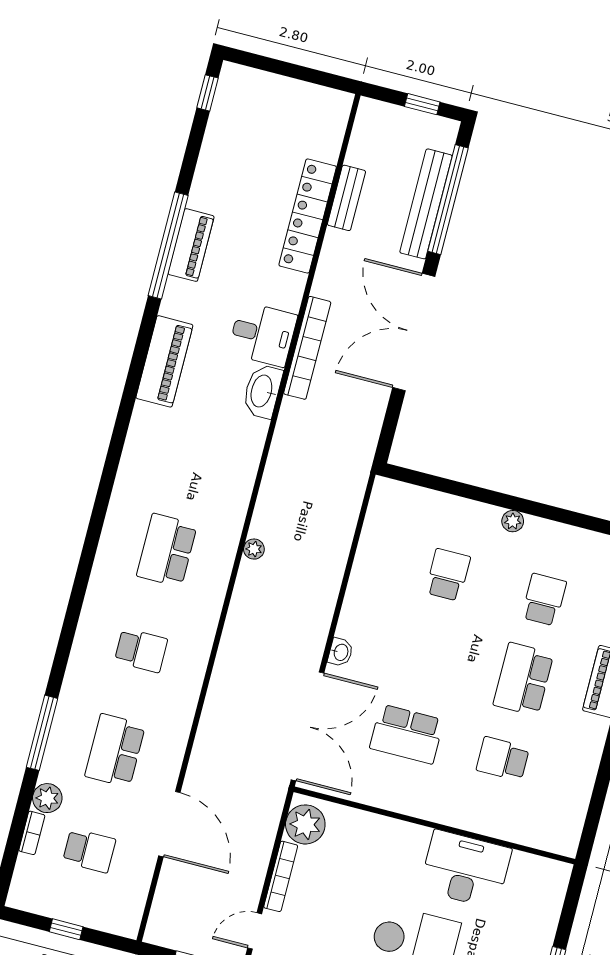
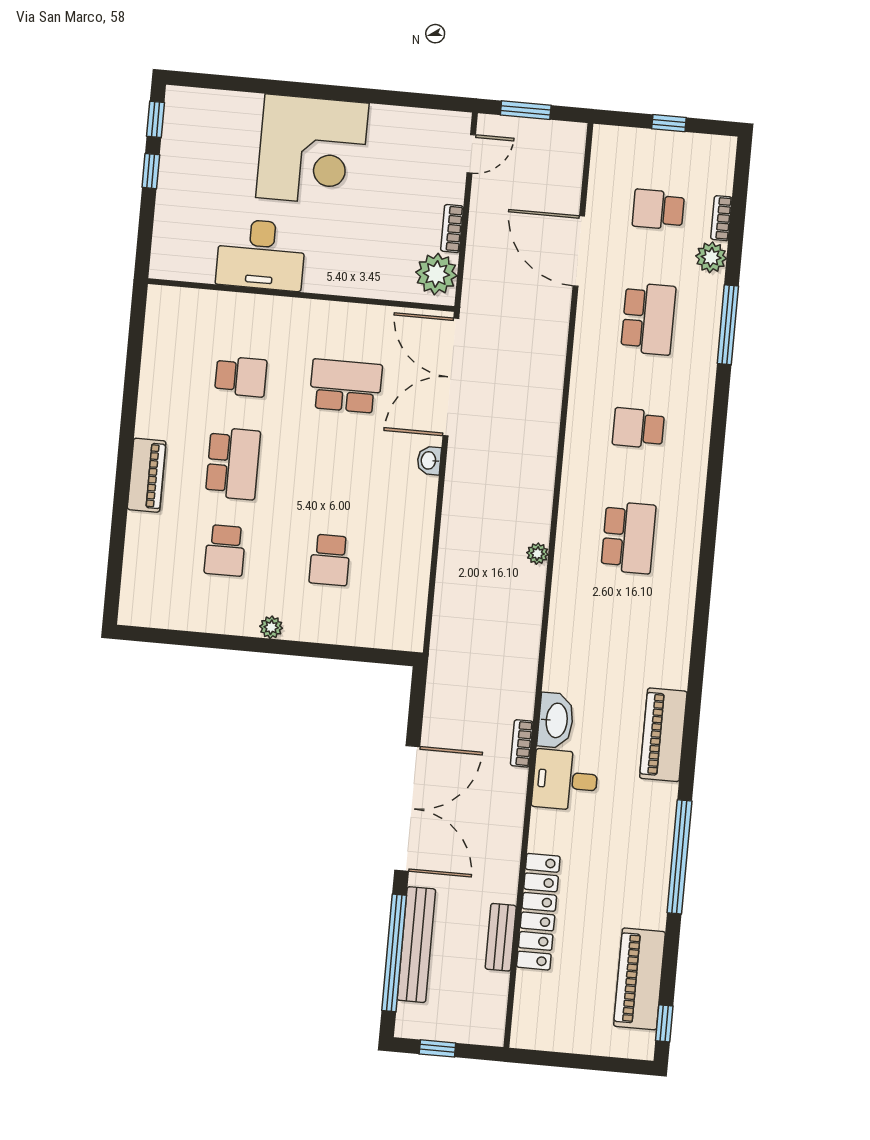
piano: (191, 245) -> (639, 979), moved, width x1.37, depth x1.33
bookcase: (307, 348) -> (522, 743), width x0.43, depth x0.76
bookcase: (281, 876) -> (452, 228), width x0.64

